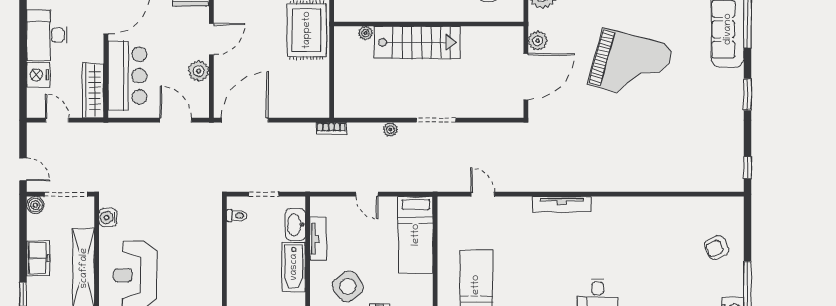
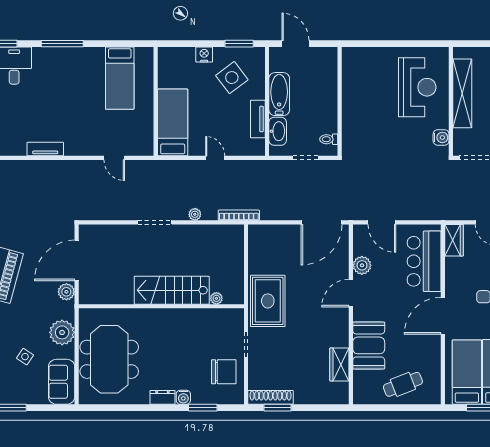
wardrobe: (93, 91) -> (454, 240), width x0.67
bookcase: (331, 128) -> (239, 215), width x1.56
tv unit: (562, 204) -> (45, 149), width x0.71

